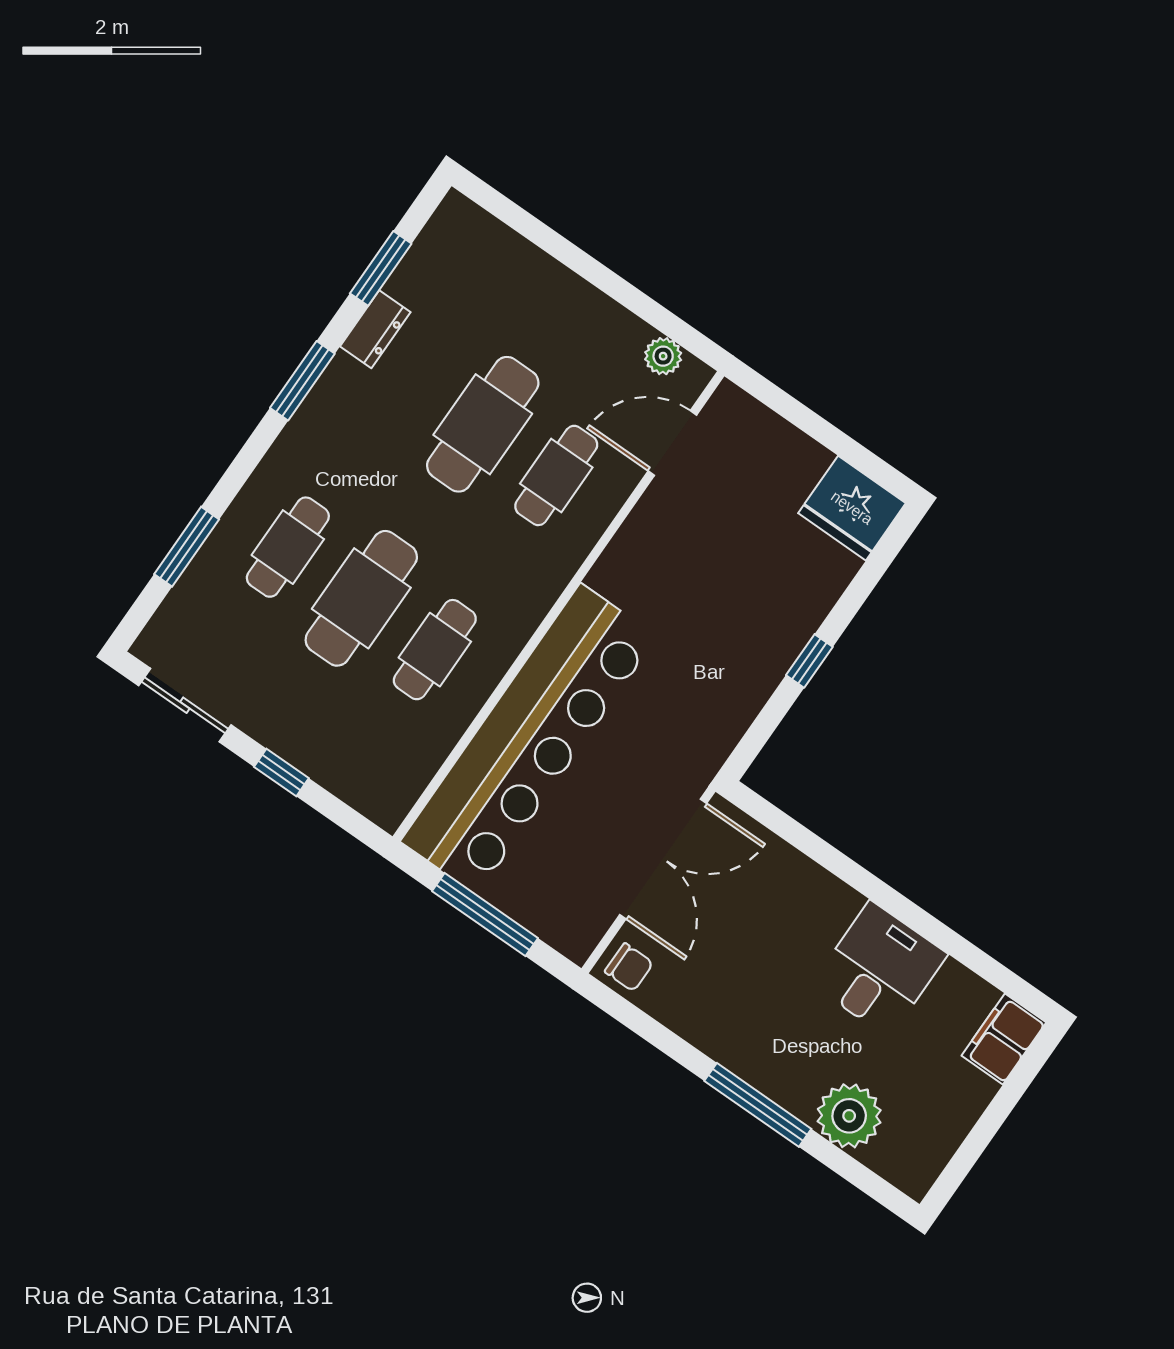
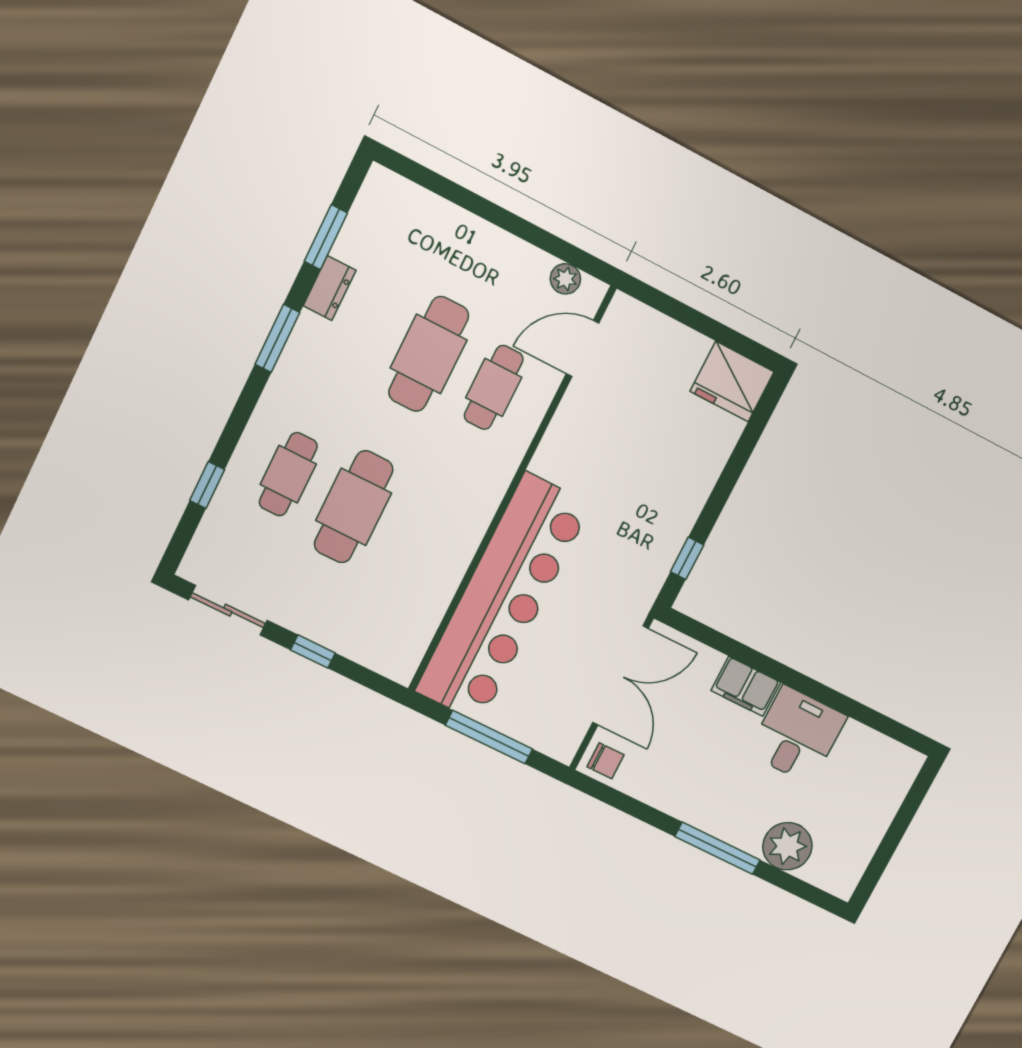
window: (187, 547) -> (207, 485), width x0.67
cafe table: (435, 650) -> (418, 539), removed
window: (809, 661) -> (687, 558), moved
filing cabinet: (1004, 1039) -> (746, 686), moved, turned -90

